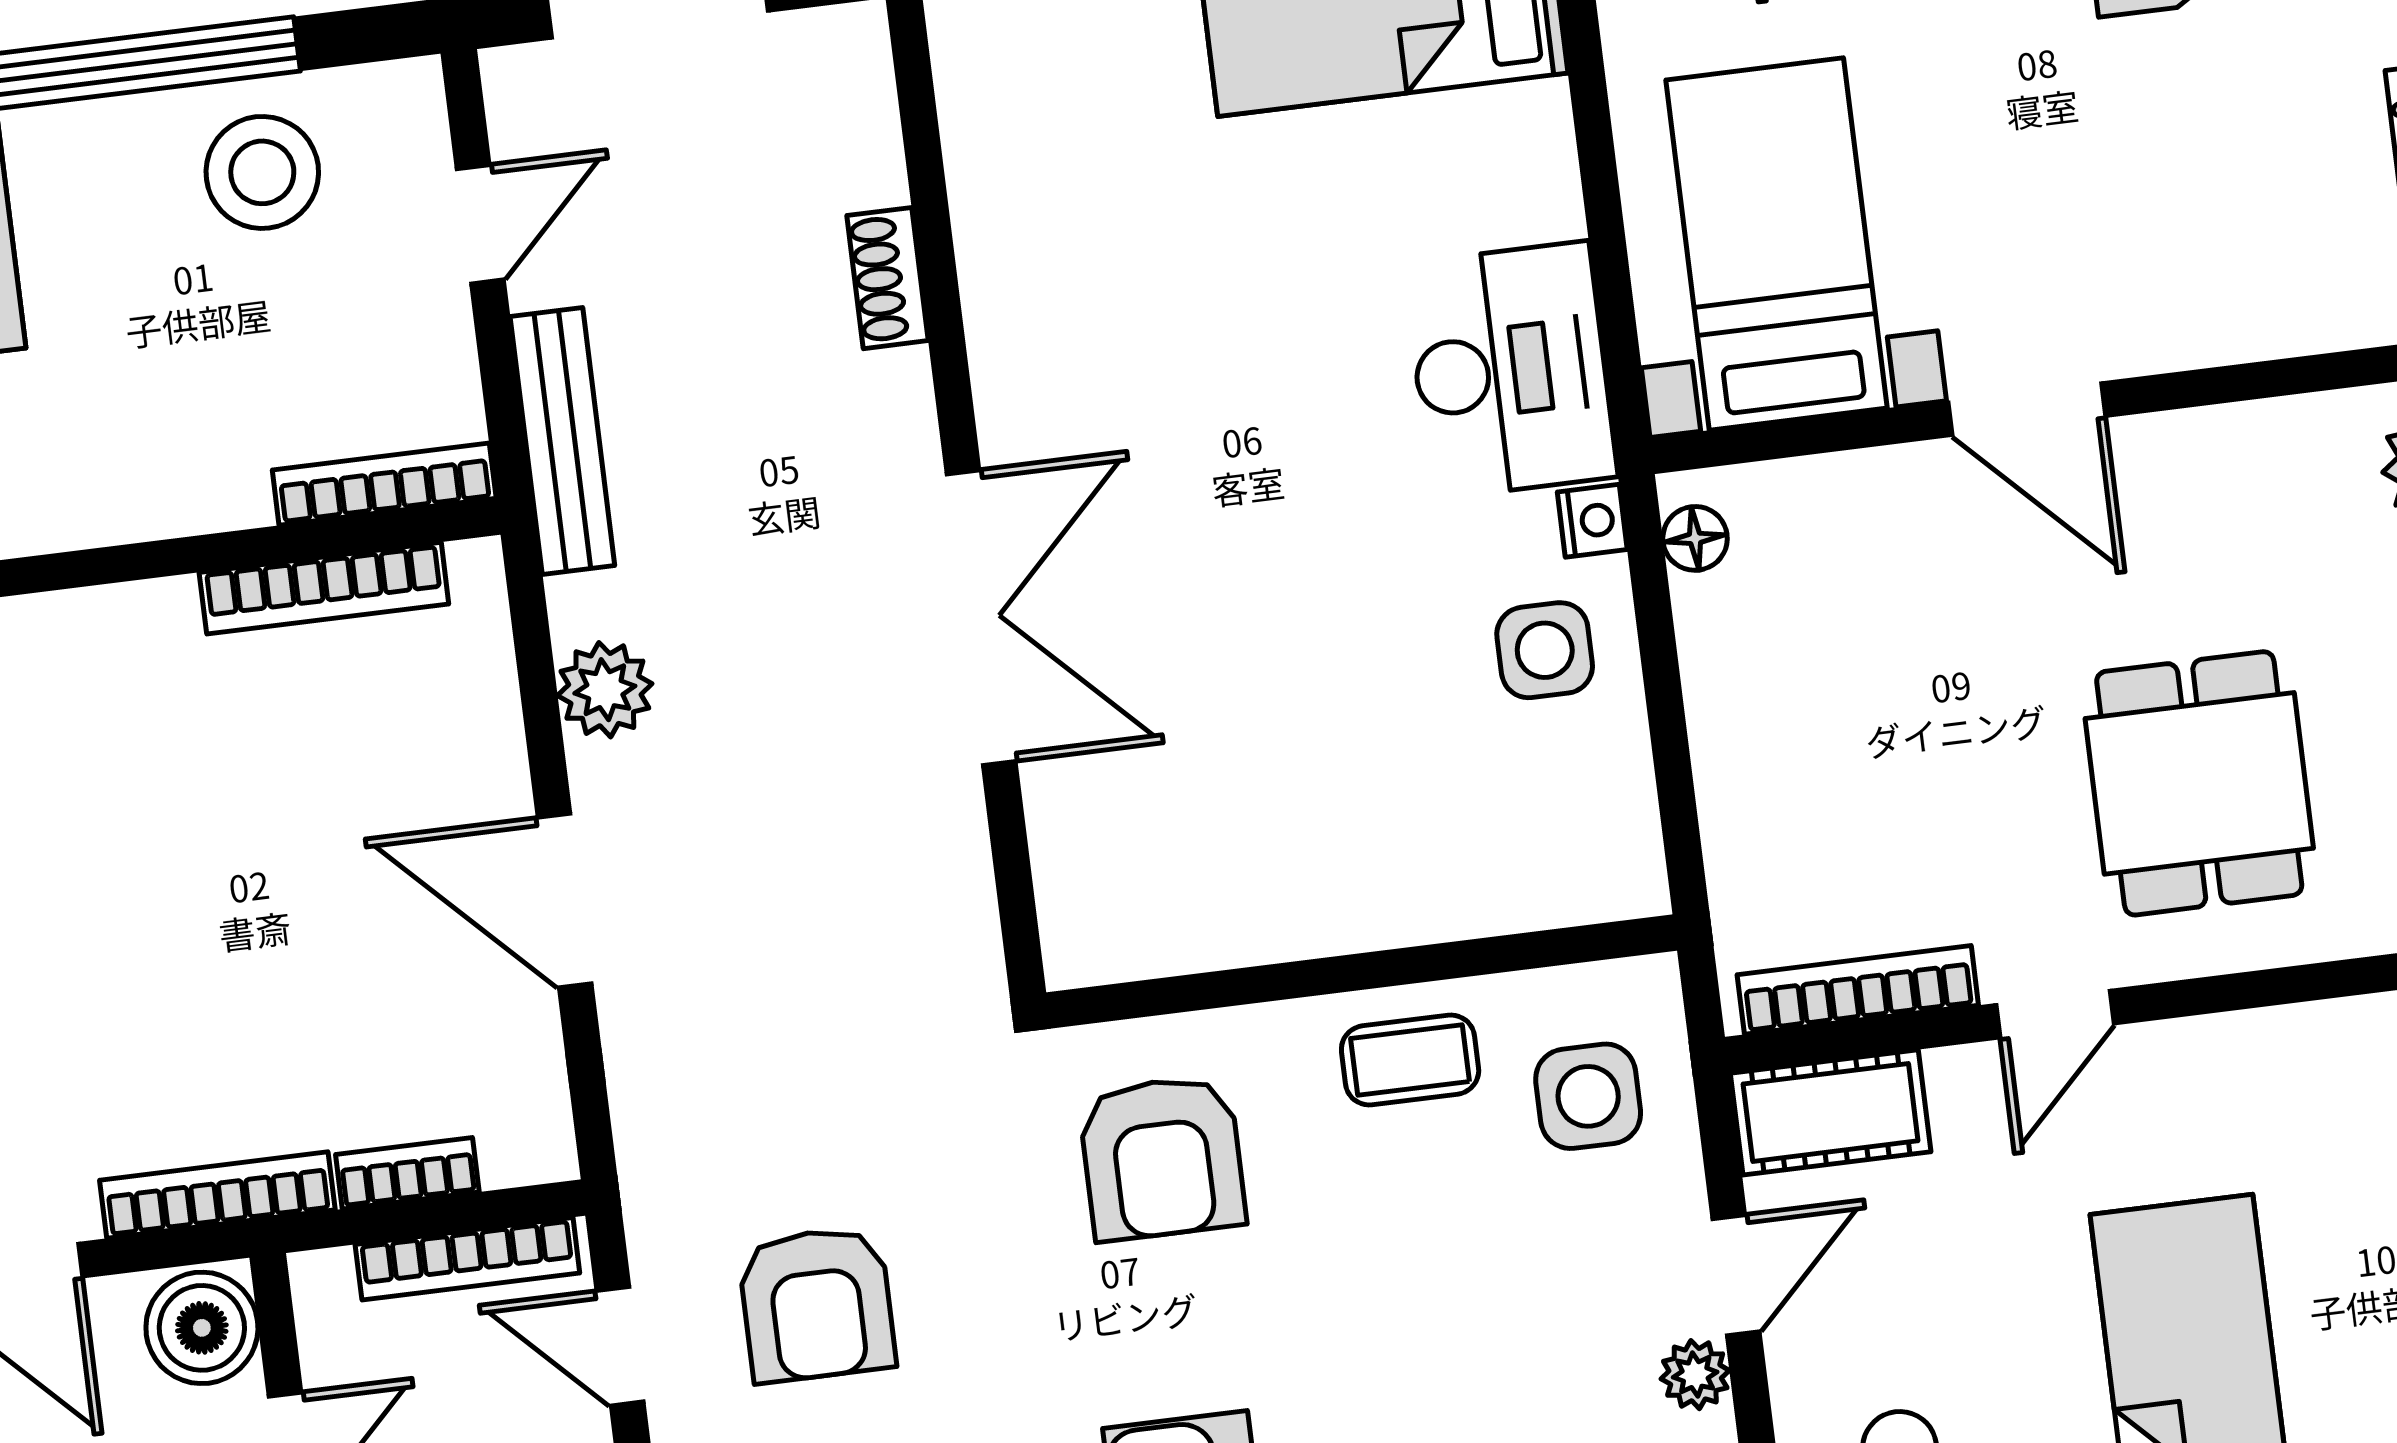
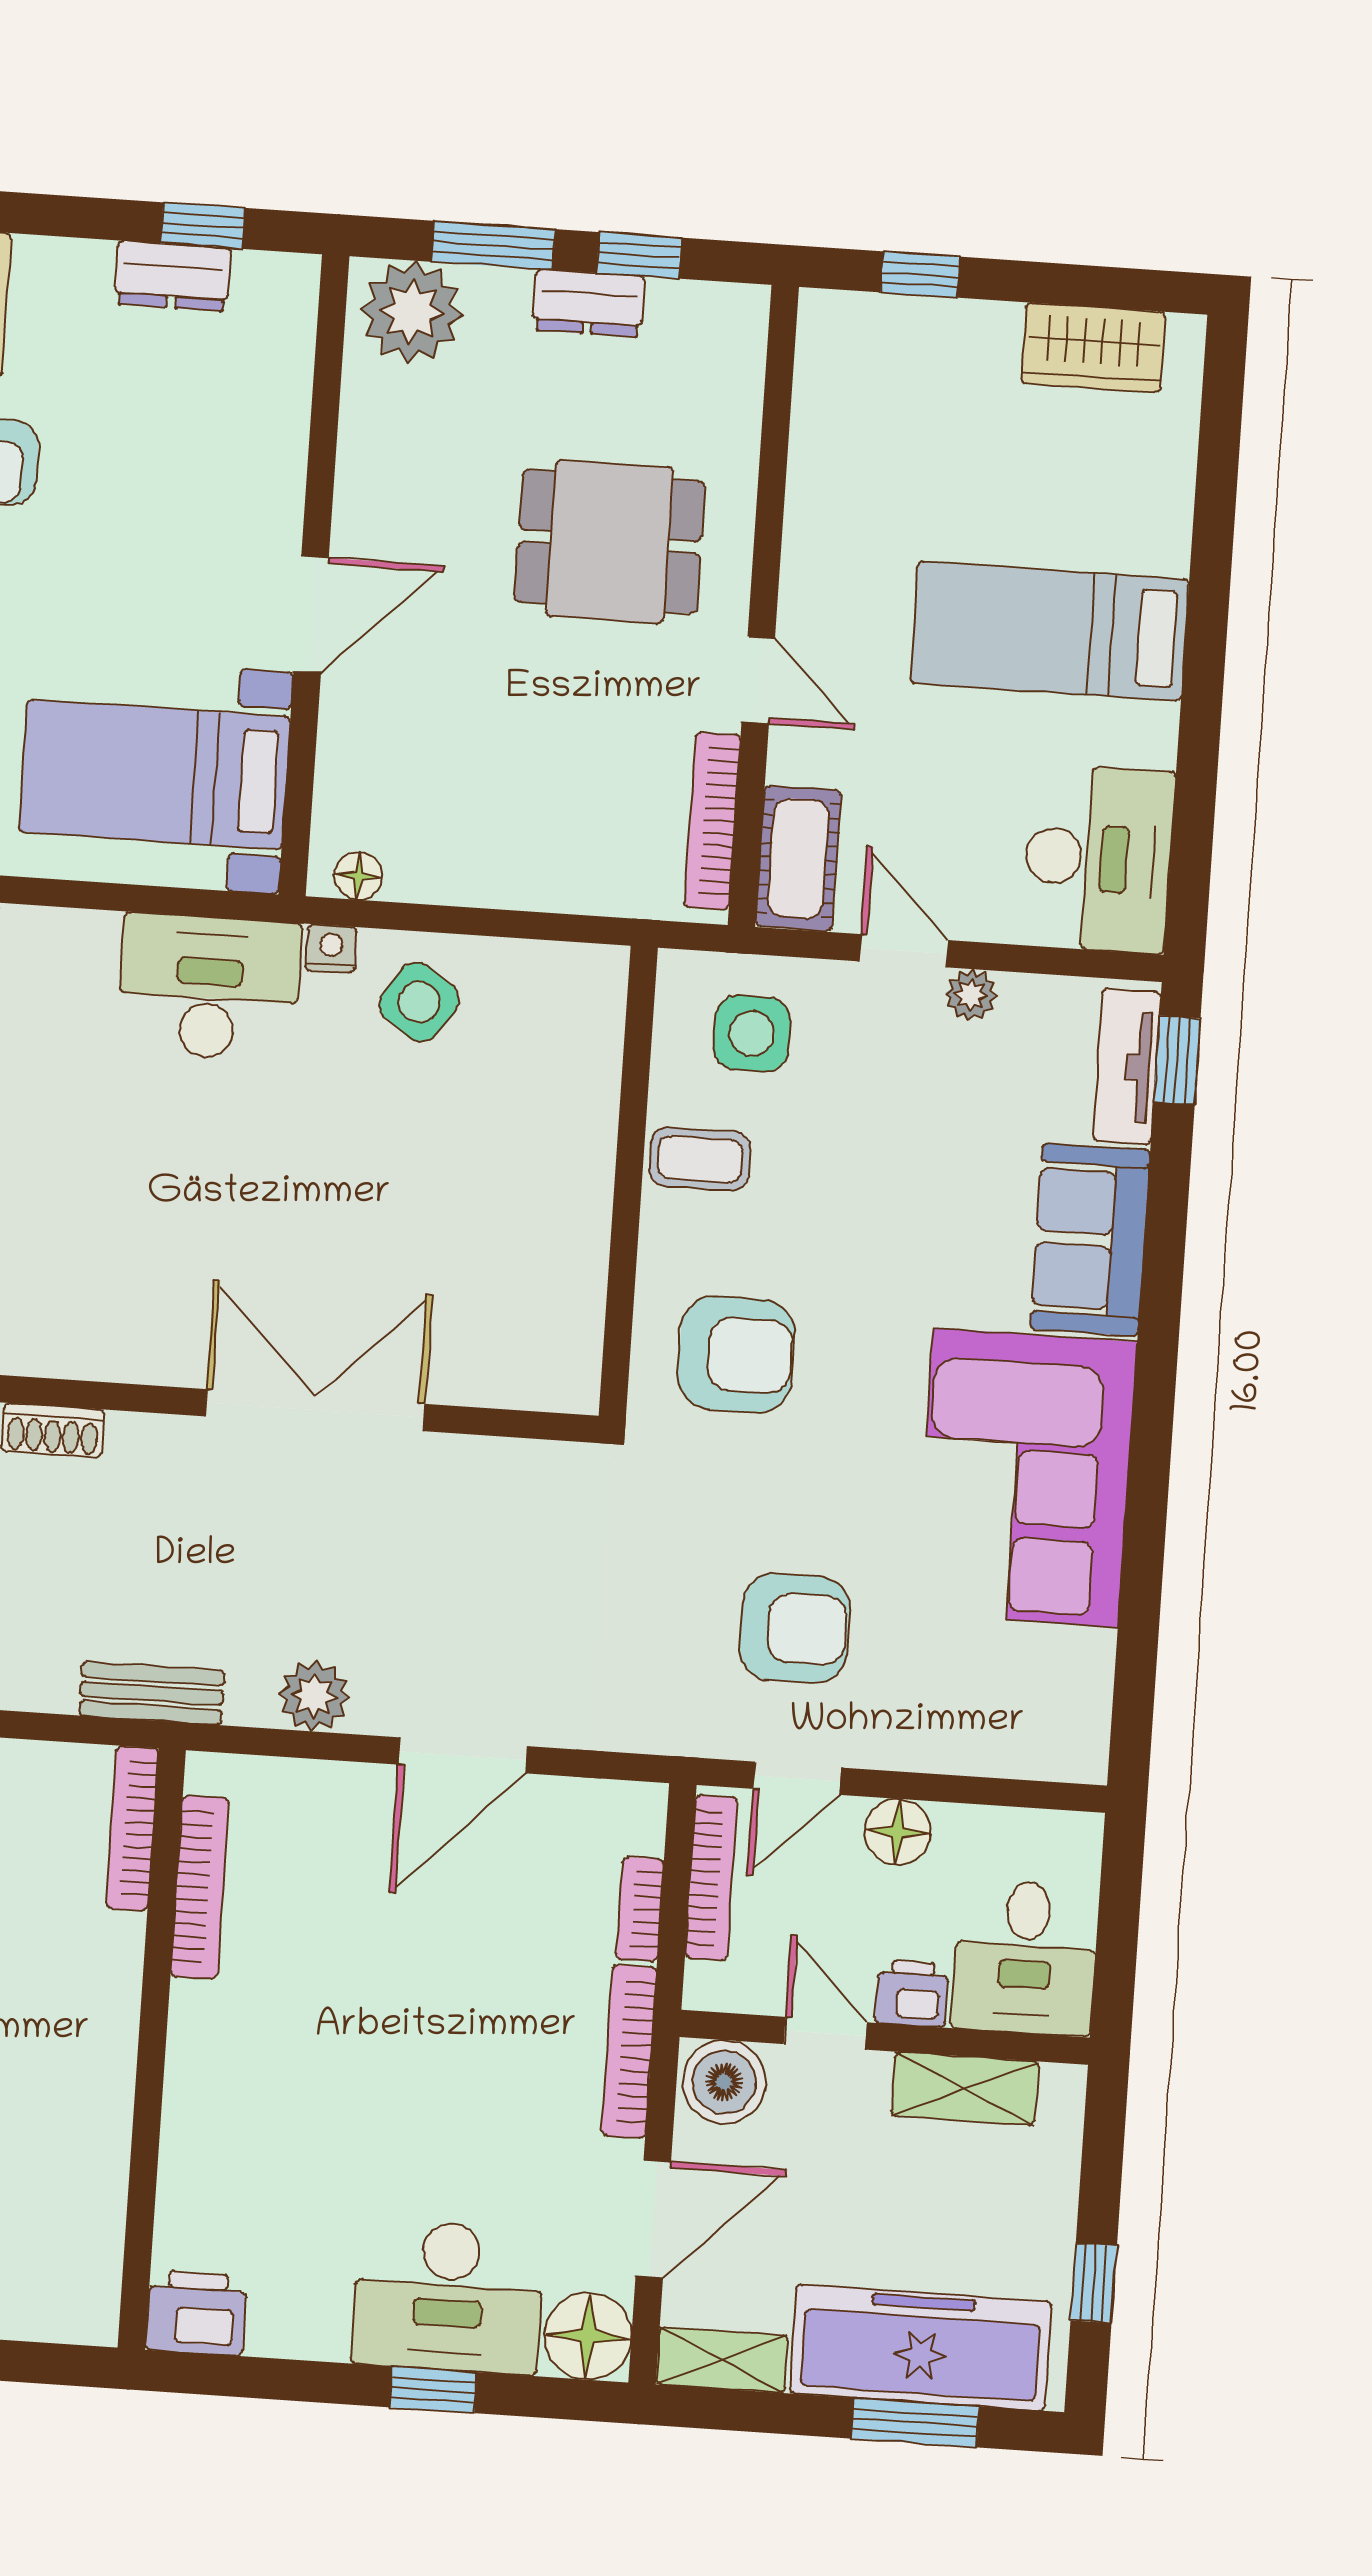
bench: (562, 441) -> (152, 1693), width x0.73
side table: (1545, 650) -> (419, 1002), turned 35
coffee table: (1410, 1060) -> (700, 1159), turned 90

